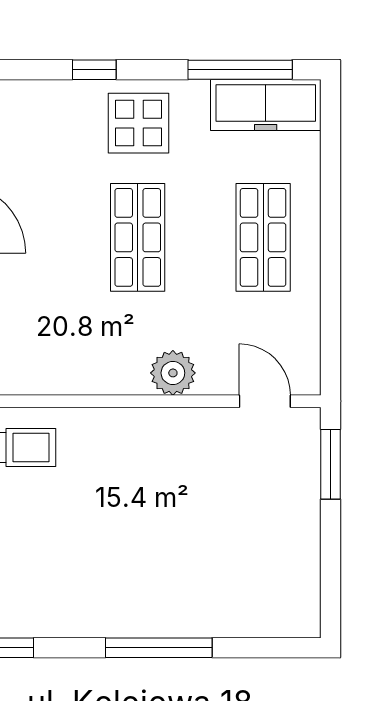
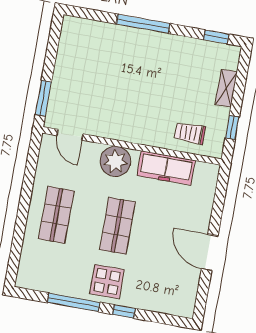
window: (240, 70) -> (74, 302), moved
freezer: (266, 105) -> (166, 168), moved, turned 180
plant: (173, 373) -> (115, 161), width x1.36, depth x1.36

